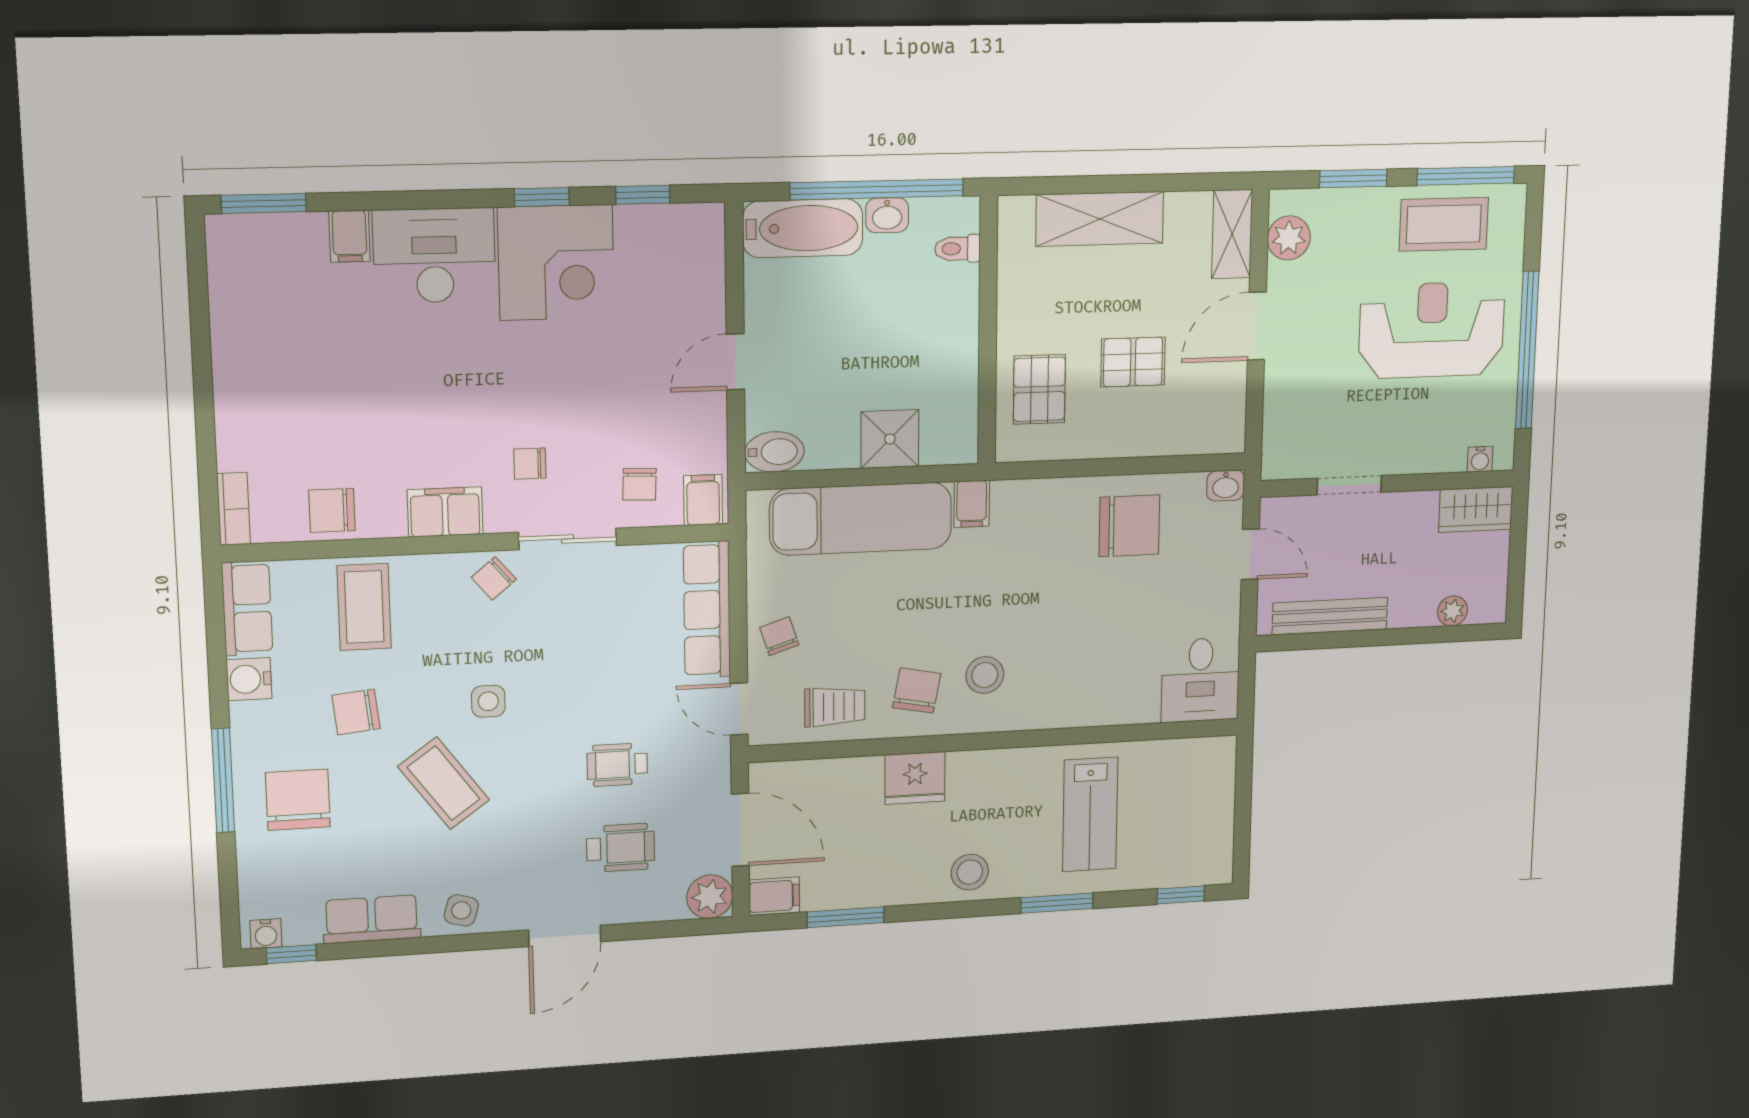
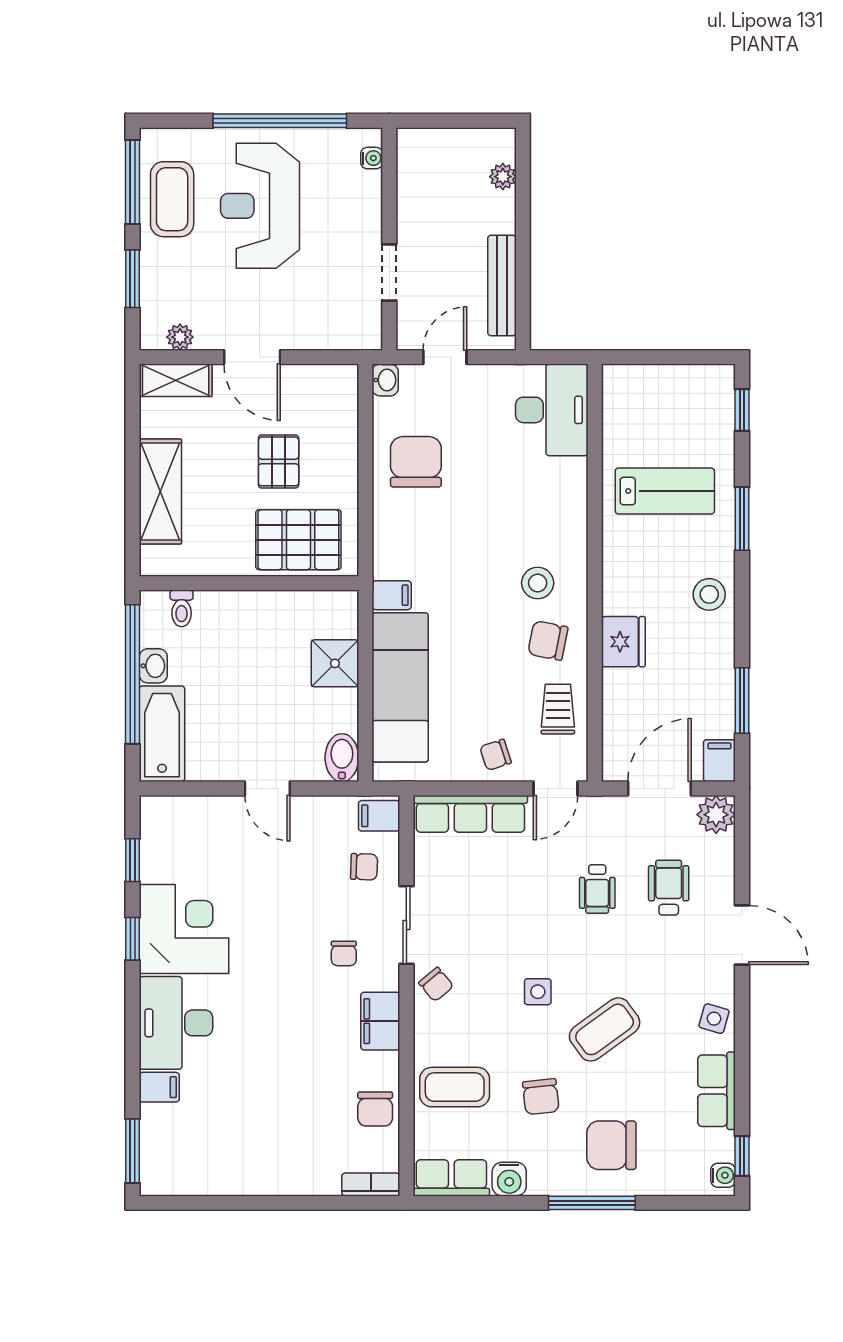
plant: (1289, 238) -> (180, 337), width x0.73, depth x0.73
pallet: (1039, 389) -> (298, 540), width x1.50, depth x1.42
wardrobe: (1476, 509) -> (415, 160), removed
desk: (1200, 680) -> (552, 410), width x1.37

